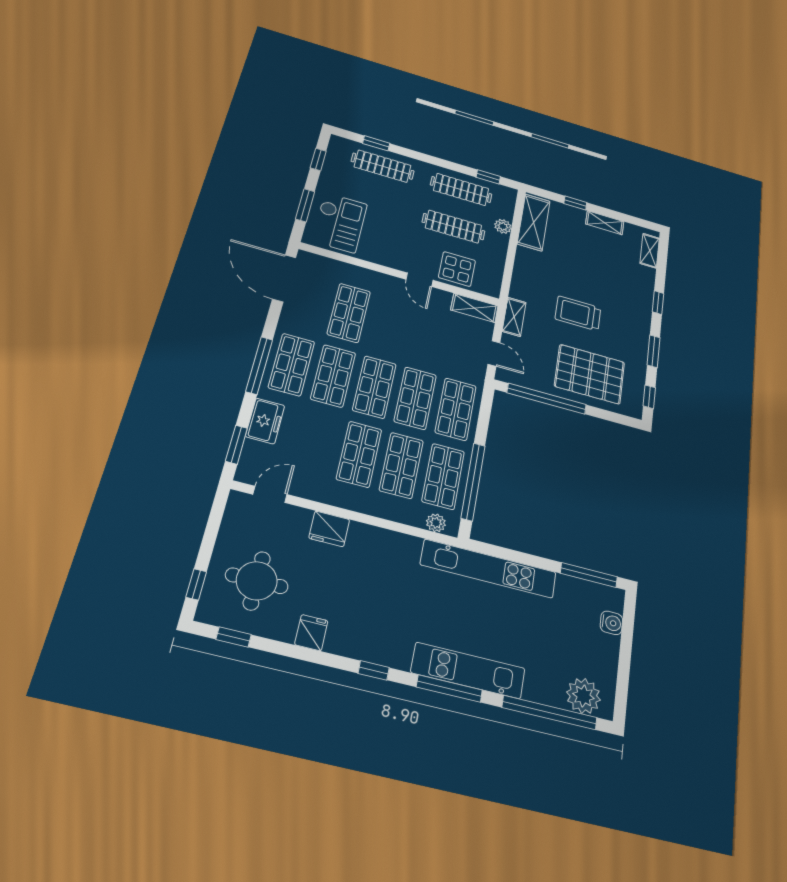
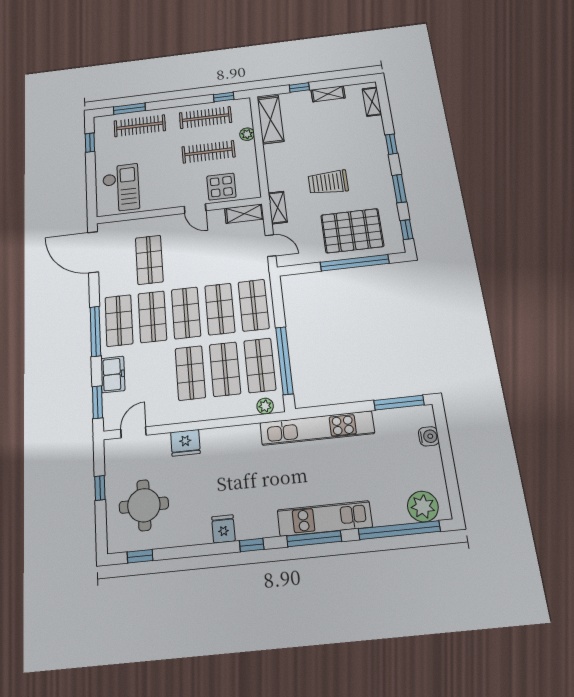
window: (376, 143) -> (129, 109), width x1.50
window: (305, 205) -> (91, 185), removed
window: (547, 399) -> (355, 263), moved
window: (196, 584) -> (100, 488), moved
fridge: (311, 633) -> (223, 529), moved

